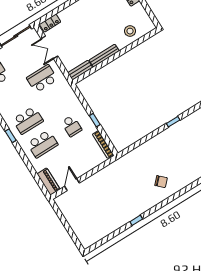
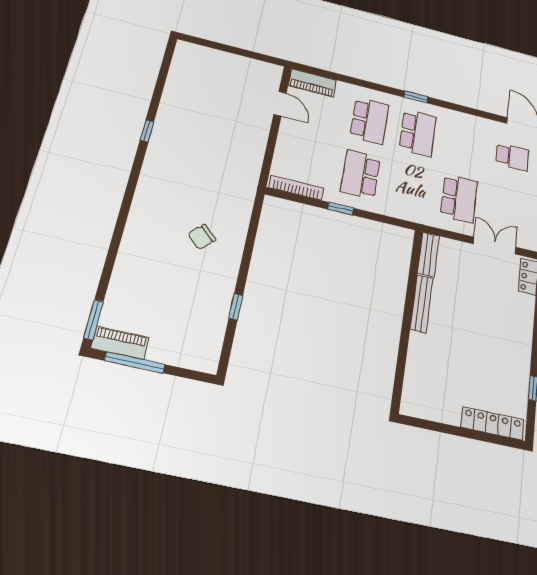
stool: (130, 31) -> (427, 371), removed
school desk: (28, 120) -> (418, 133), turned 180
school desk: (71, 126) -> (360, 174), width x1.85
school desk: (43, 144) -> (369, 121), turned 180
chair: (161, 182) -> (202, 237), moved

